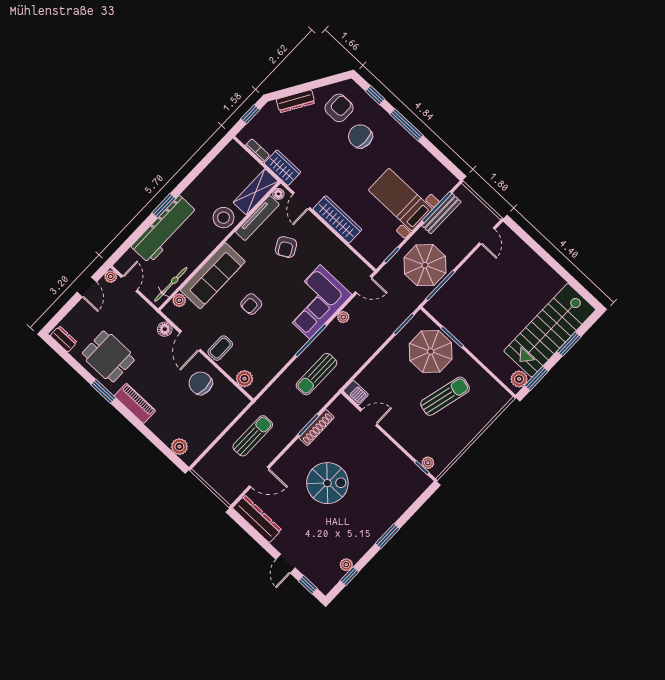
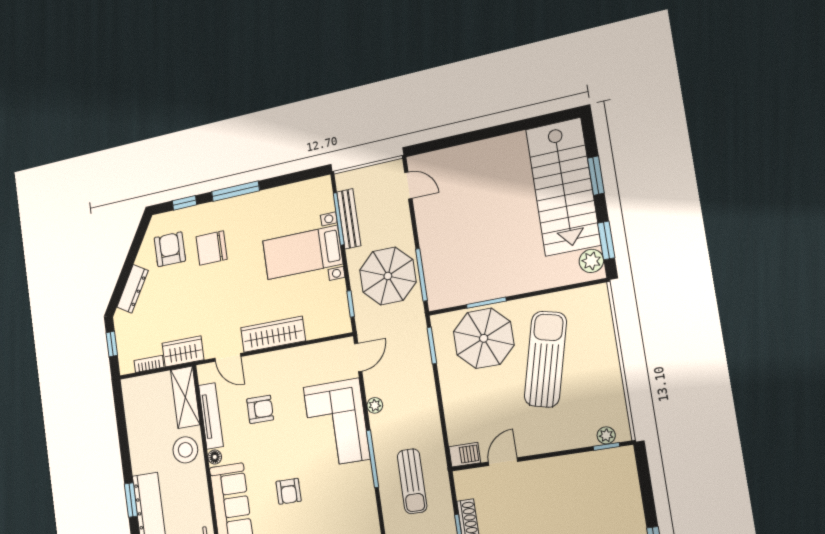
floor lamp: (278, 194) -> (215, 457), moved
armchair: (286, 247) -> (260, 409), turned -61
sun lounger: (445, 396) -> (545, 359), width x1.36, depth x1.34

